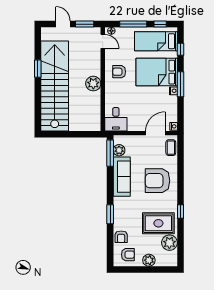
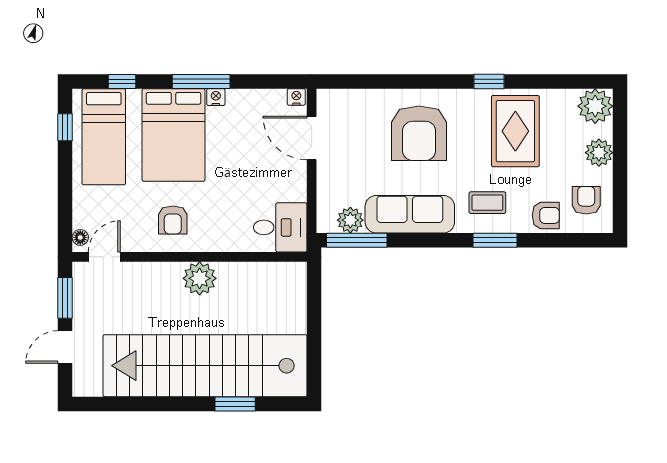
window: (133, 24) -> (65, 188), removed
window: (38, 69) -> (235, 404), moved
coffee table: (171, 148) -> (487, 203), moved
plant: (169, 243) -> (595, 106), moved

